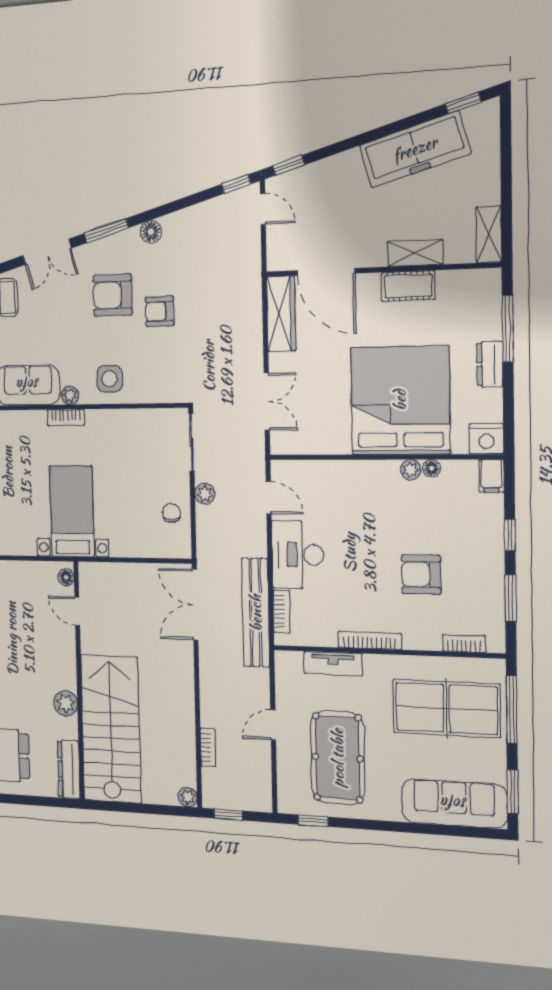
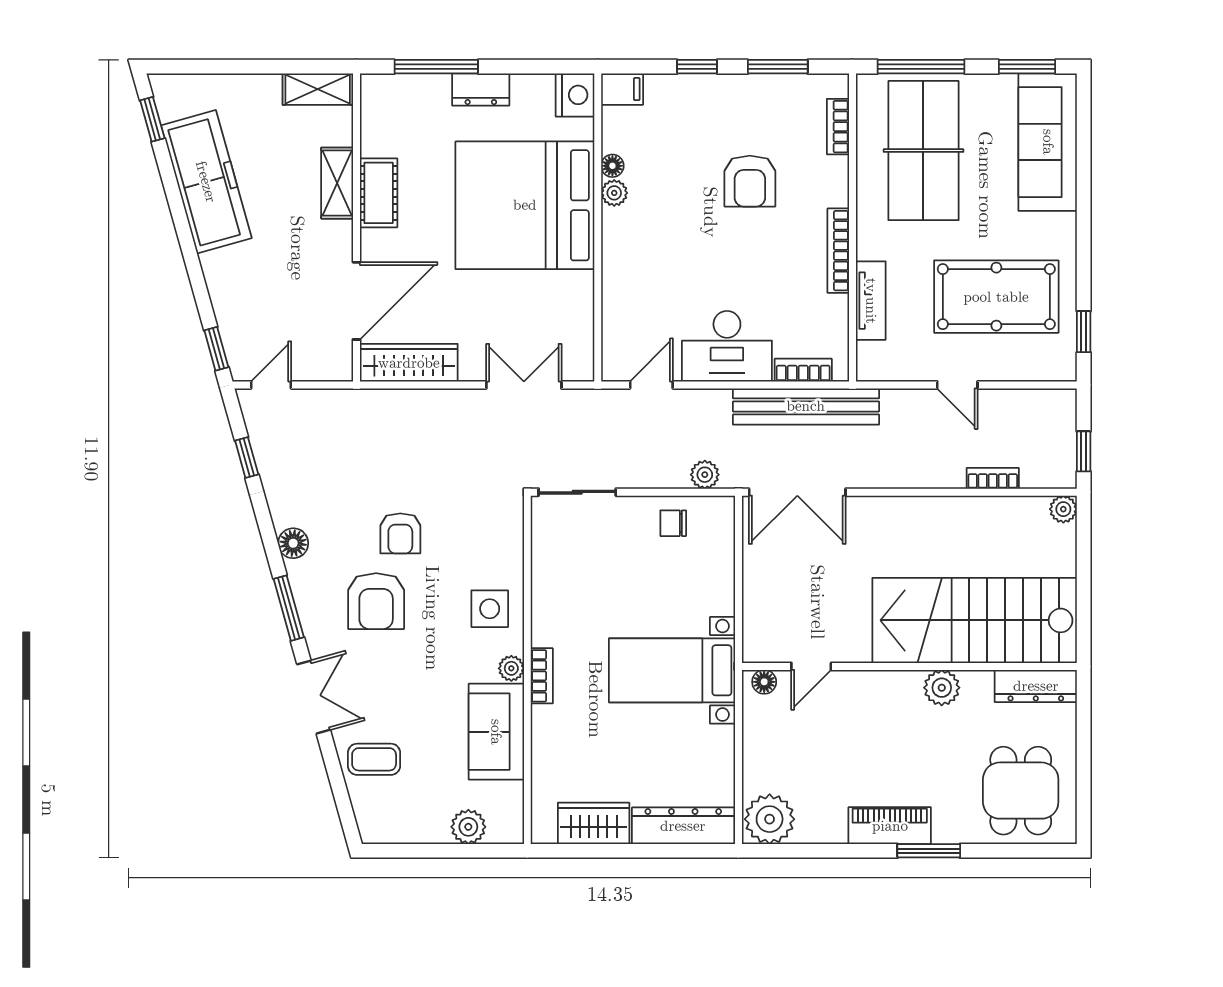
window: (236, 184) -> (247, 458), moved
plant: (205, 494) -> (705, 475), moved

